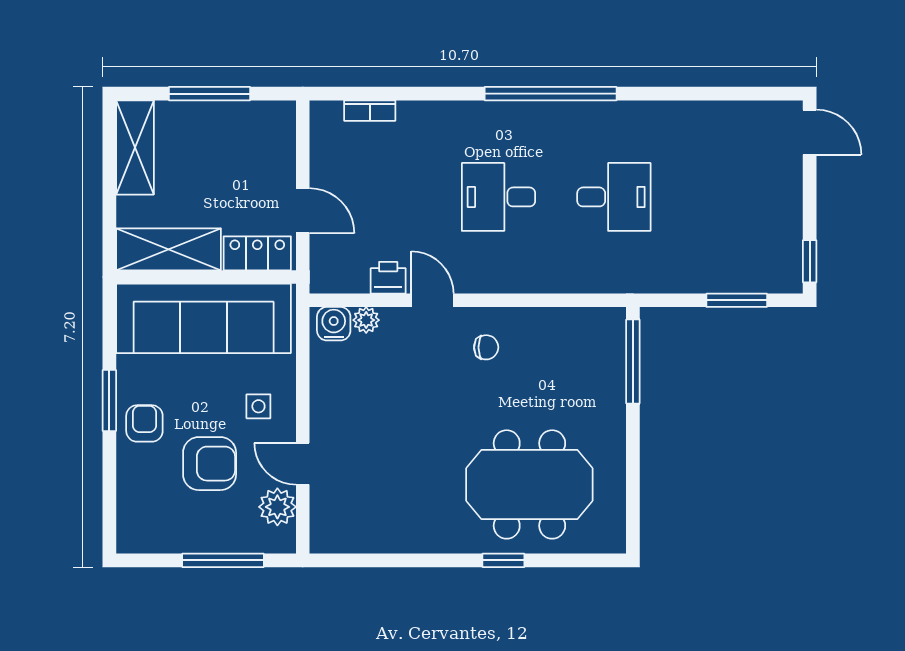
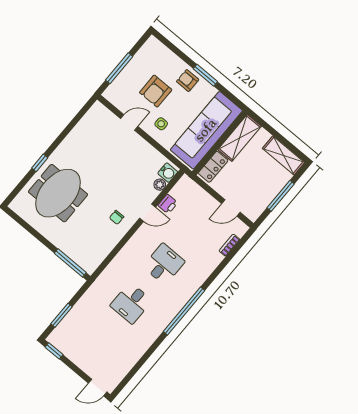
door: (303, 211) -> (231, 208), moved
armchair: (144, 423) -> (188, 80), turned 180
plant: (277, 507) -> (122, 102), removed

